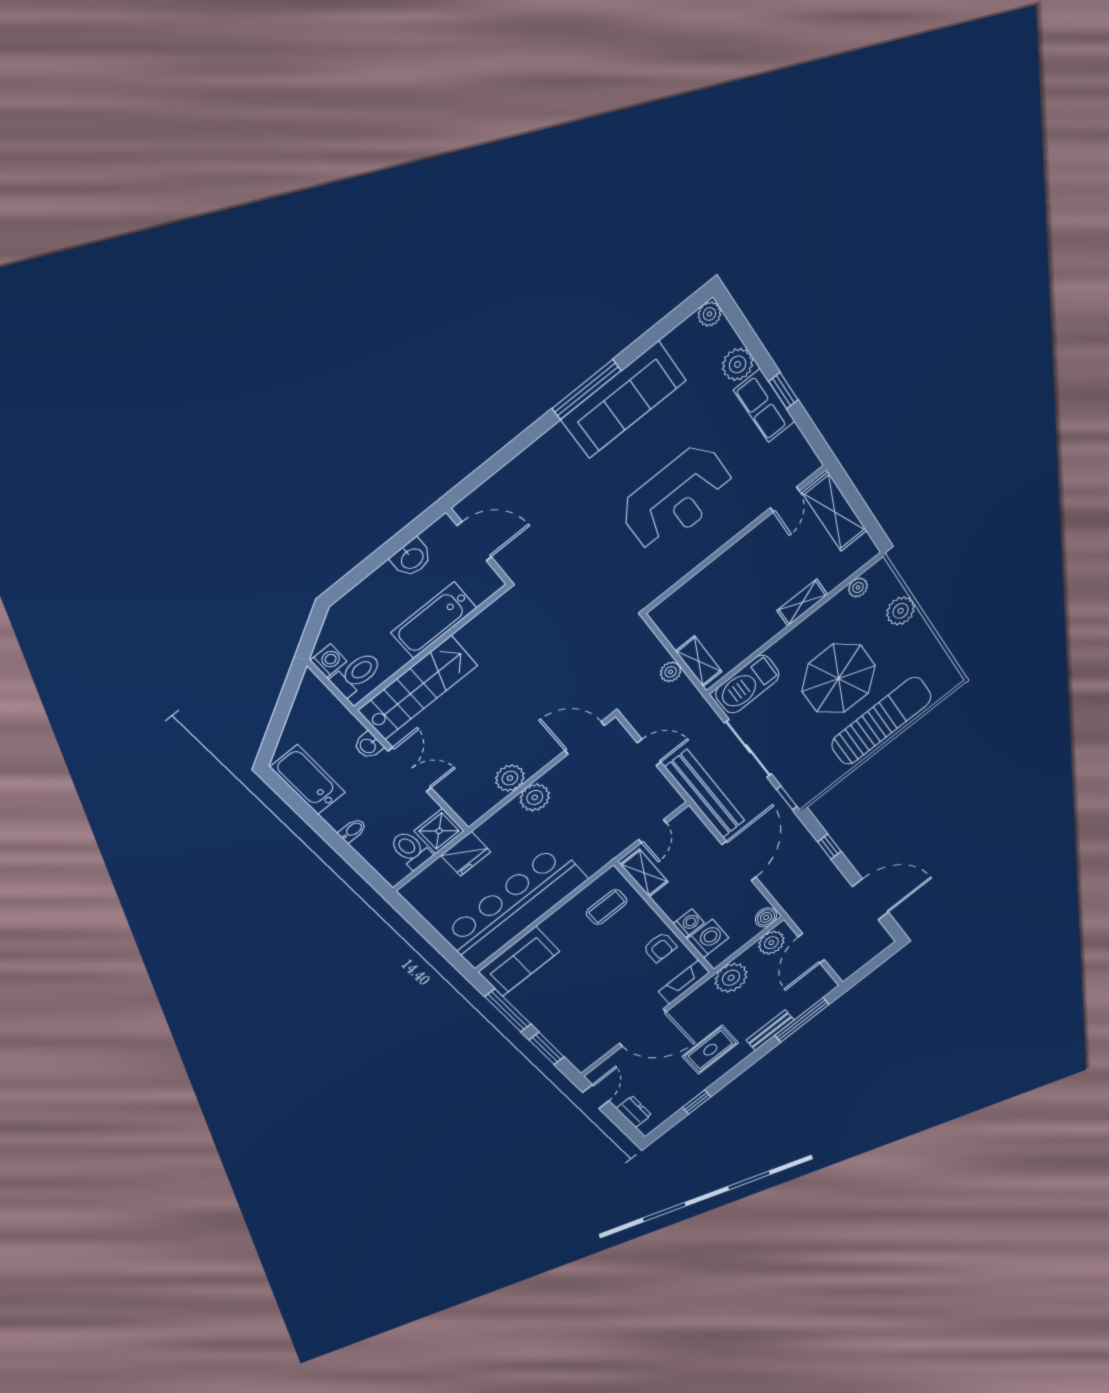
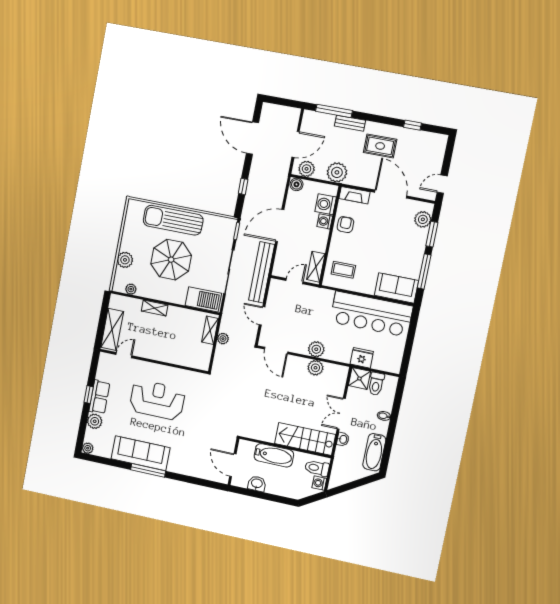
plant: (575, 1048) -> (423, 219), added
dresser: (634, 1112) -> (438, 155), removed

